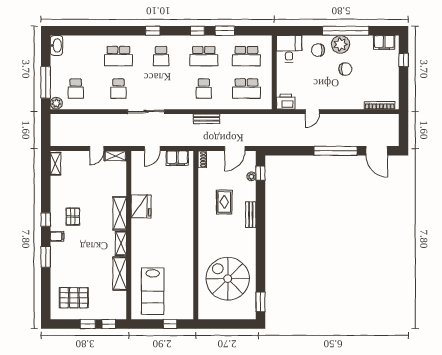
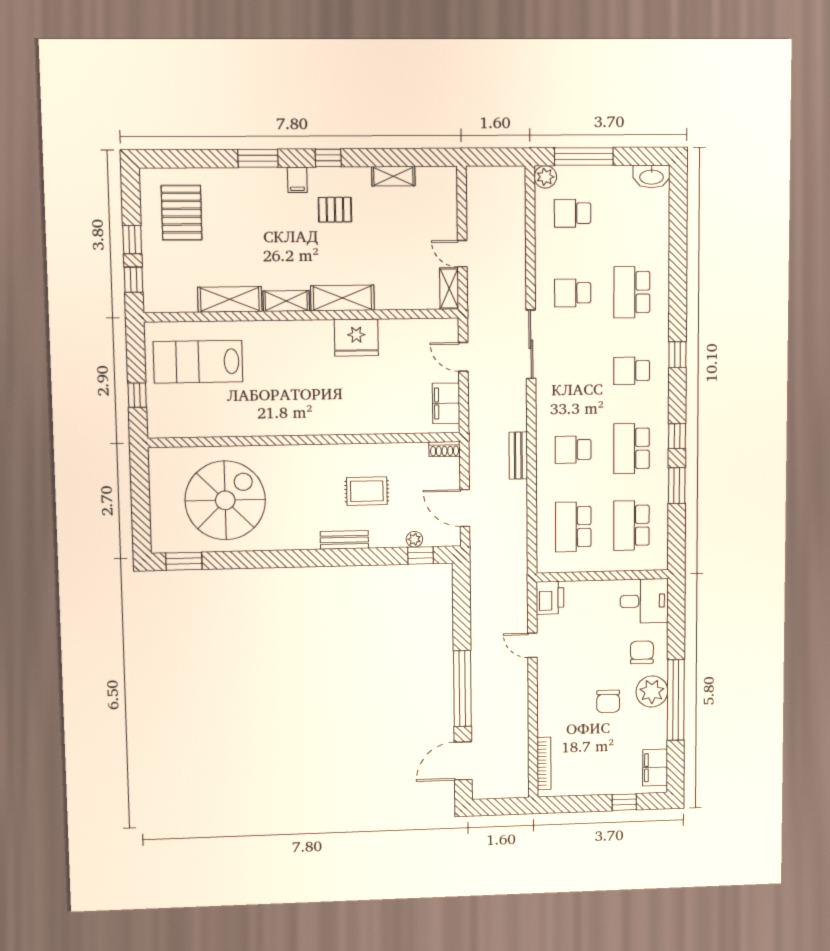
shelving: (55, 164) -> (393, 176), moved

